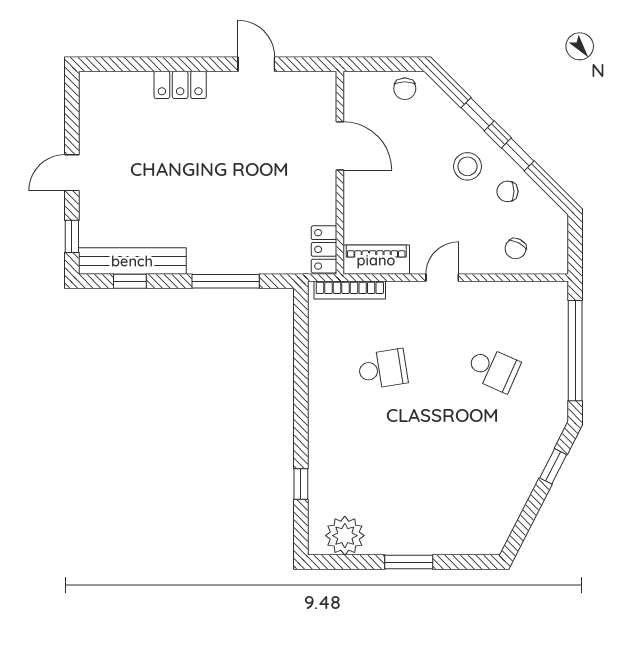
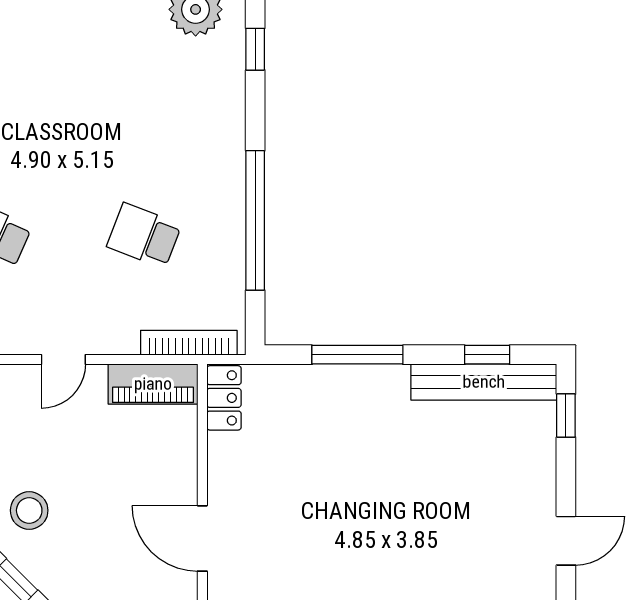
door: (72, 173) -> (566, 541), moved
school desk: (383, 369) -> (144, 236), turned 30
window: (301, 380) -> (255, 220), added
window: (301, 484) -> (255, 49), moved

